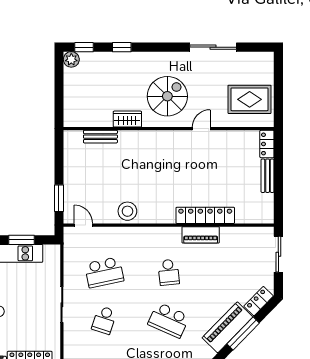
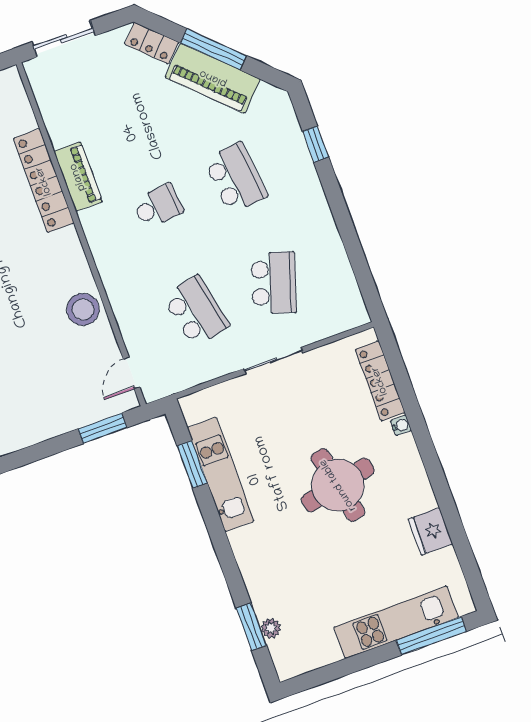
school desk: (104, 320) -> (274, 283), width x1.85
school desk: (169, 320) -> (236, 178), turned -30

